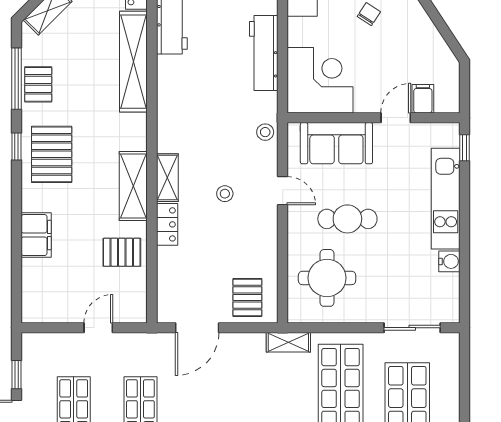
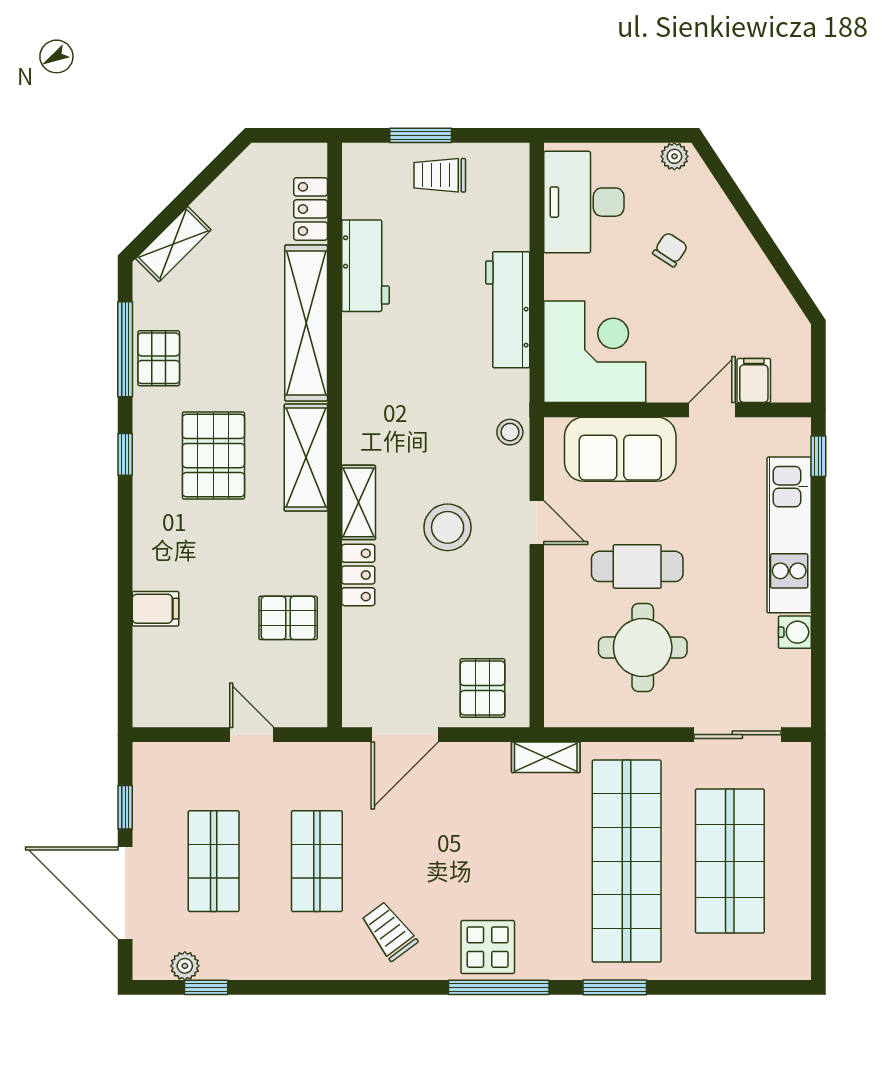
pallet: (52, 154) -> (213, 456), moved
shelving: (133, 186) -> (306, 458), moved
stool: (225, 194) -> (448, 527), width x1.89, depth x1.89
filing cabinet: (36, 235) -> (156, 609), width x0.50
round table: (327, 278) -> (643, 647), moved
door: (98, 328) -> (252, 735), hinge flipped

